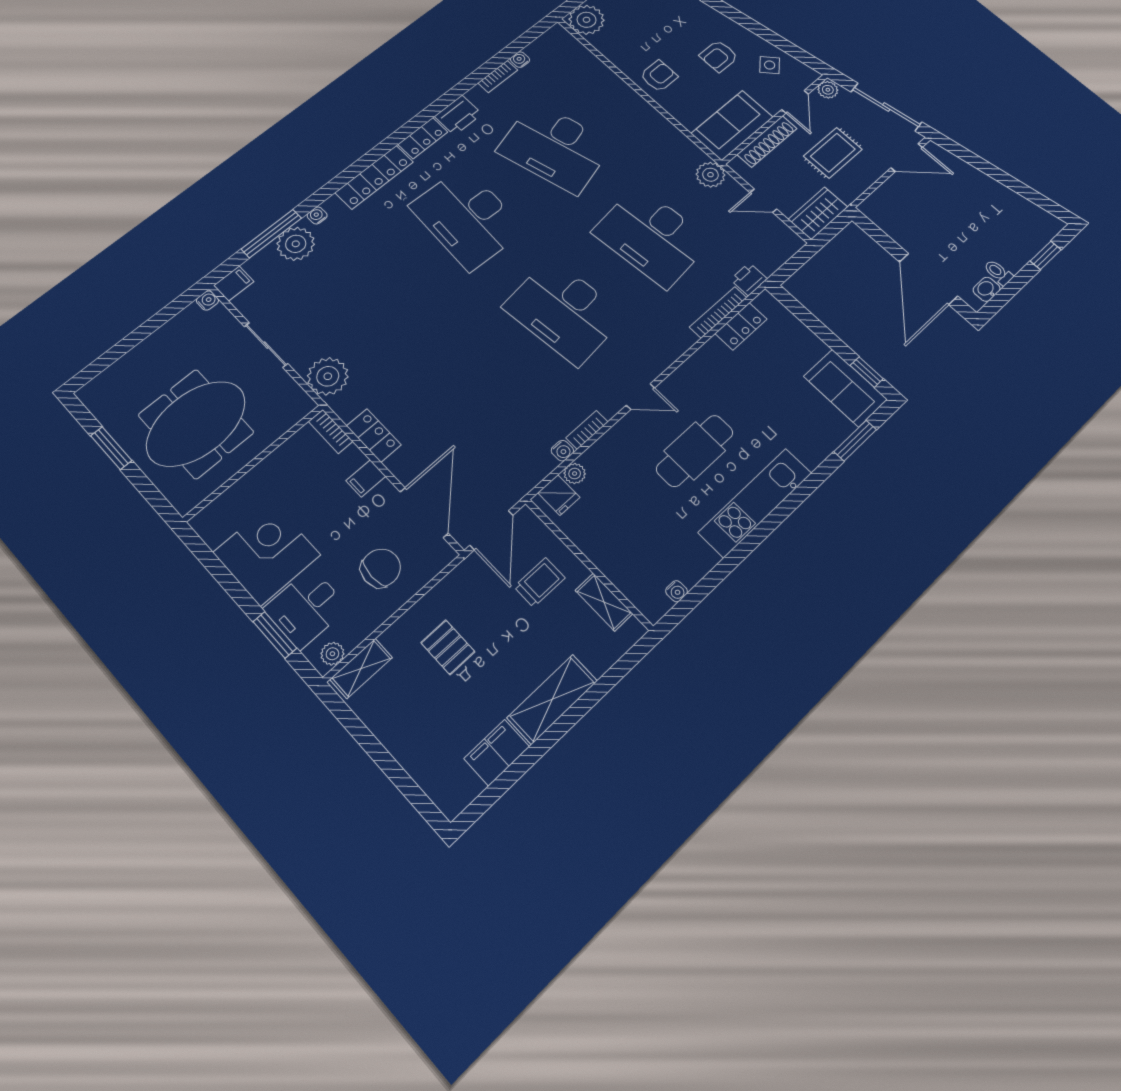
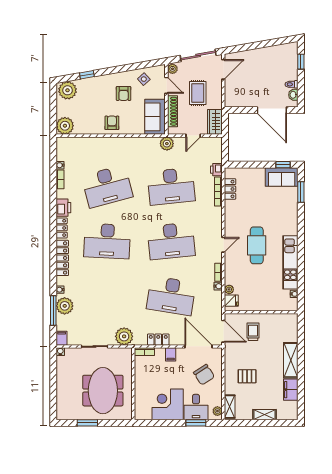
desk: (471, 390) -> (171, 296), added
kitchen unit: (755, 503) -> (290, 262), moved
chair: (381, 568) -> (204, 375), turned 147
shelving: (604, 602) -> (264, 415), moved

